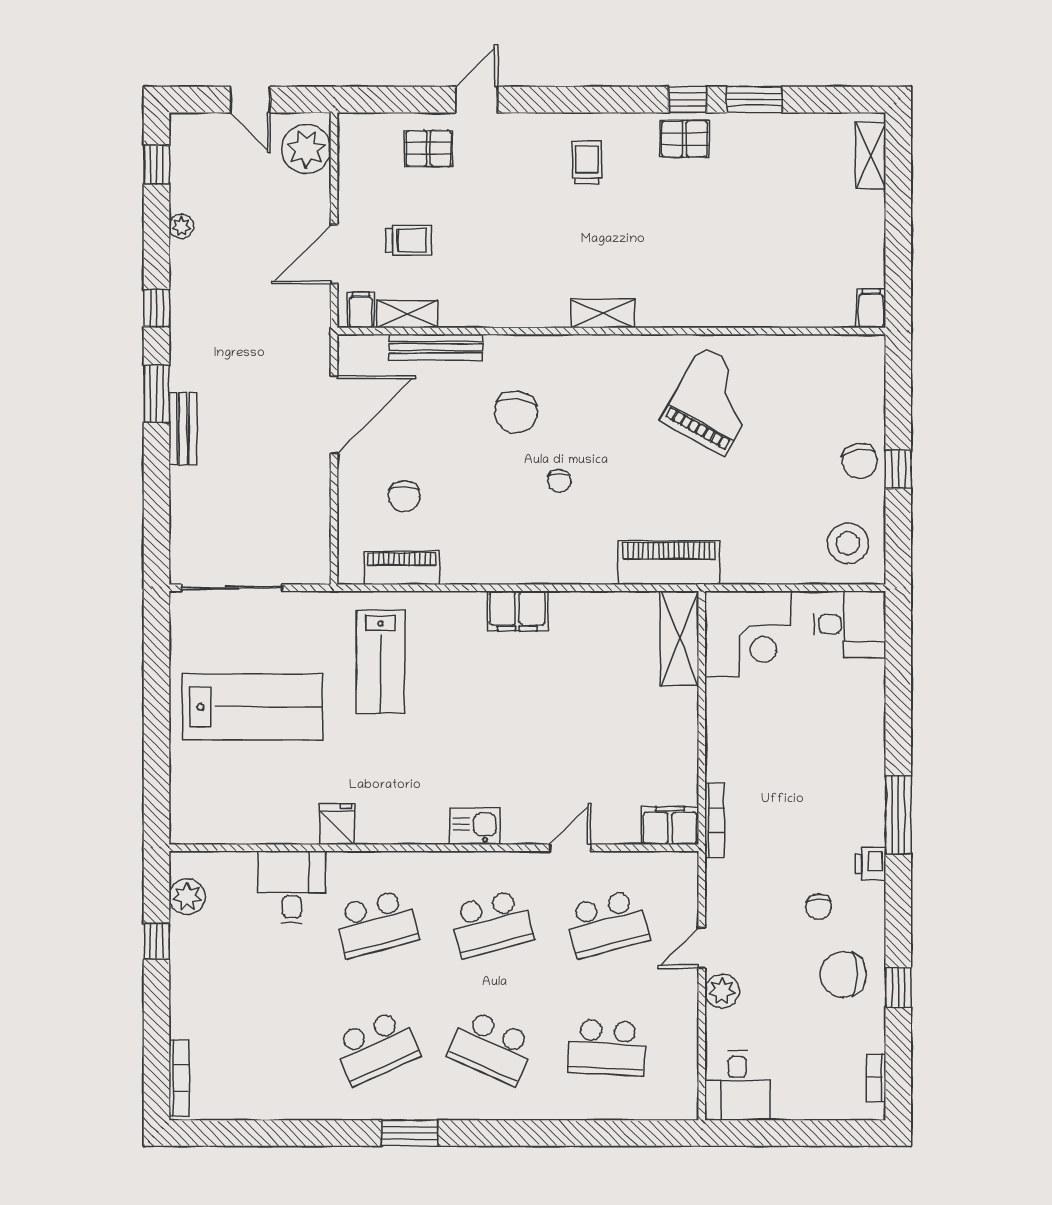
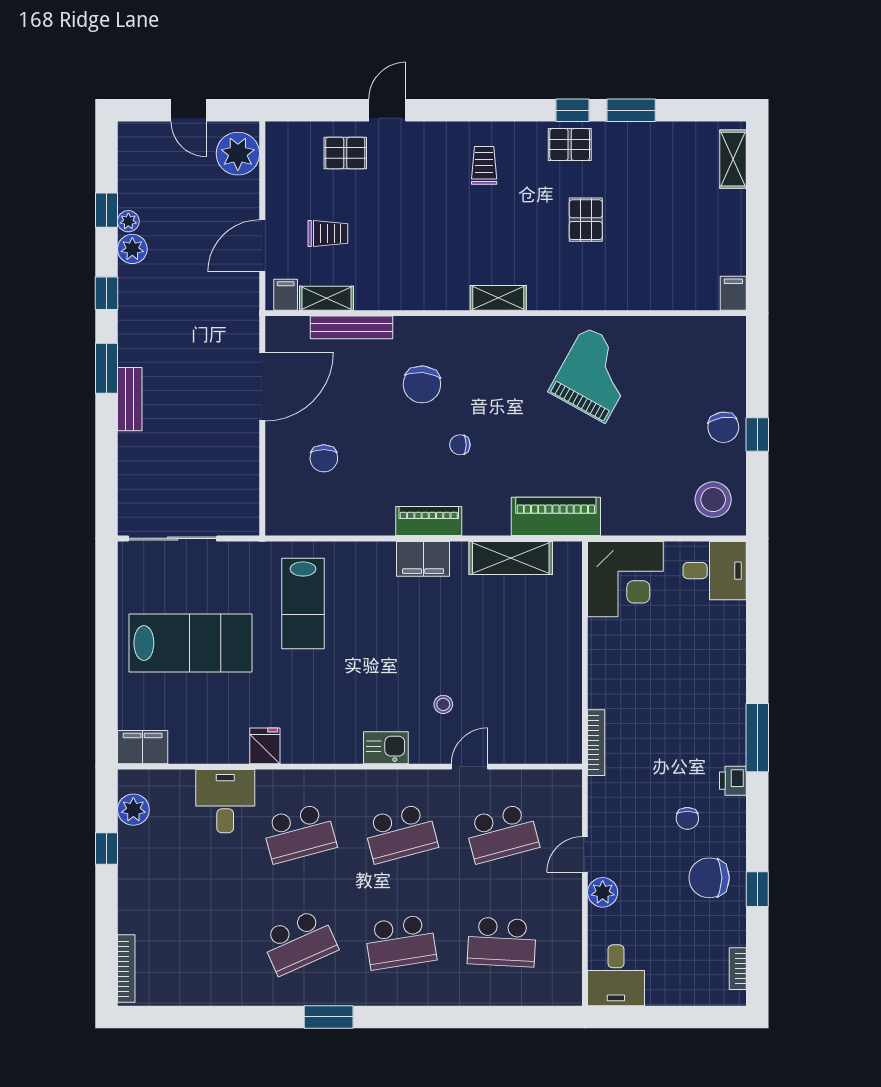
window: (157, 164) -> (106, 210), moved
pallet: (703, 224) -> (586, 220), added
plant: (186, 258) -> (132, 249), added
chair: (559, 481) -> (460, 445), turned 90
piano: (402, 568) -> (429, 521), moved
shelving: (680, 639) -> (511, 558), moved, turned 90
stool: (540, 777) -> (443, 704), added
filing cabinet: (670, 826) -> (143, 747), moved
school desk: (492, 1048) -> (400, 942), turned -33

